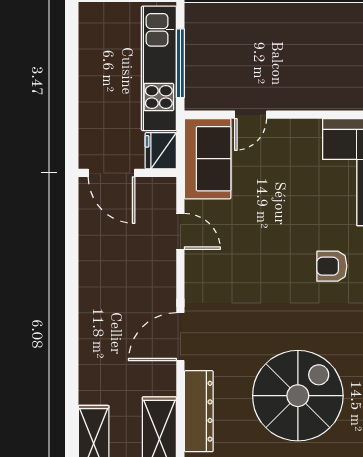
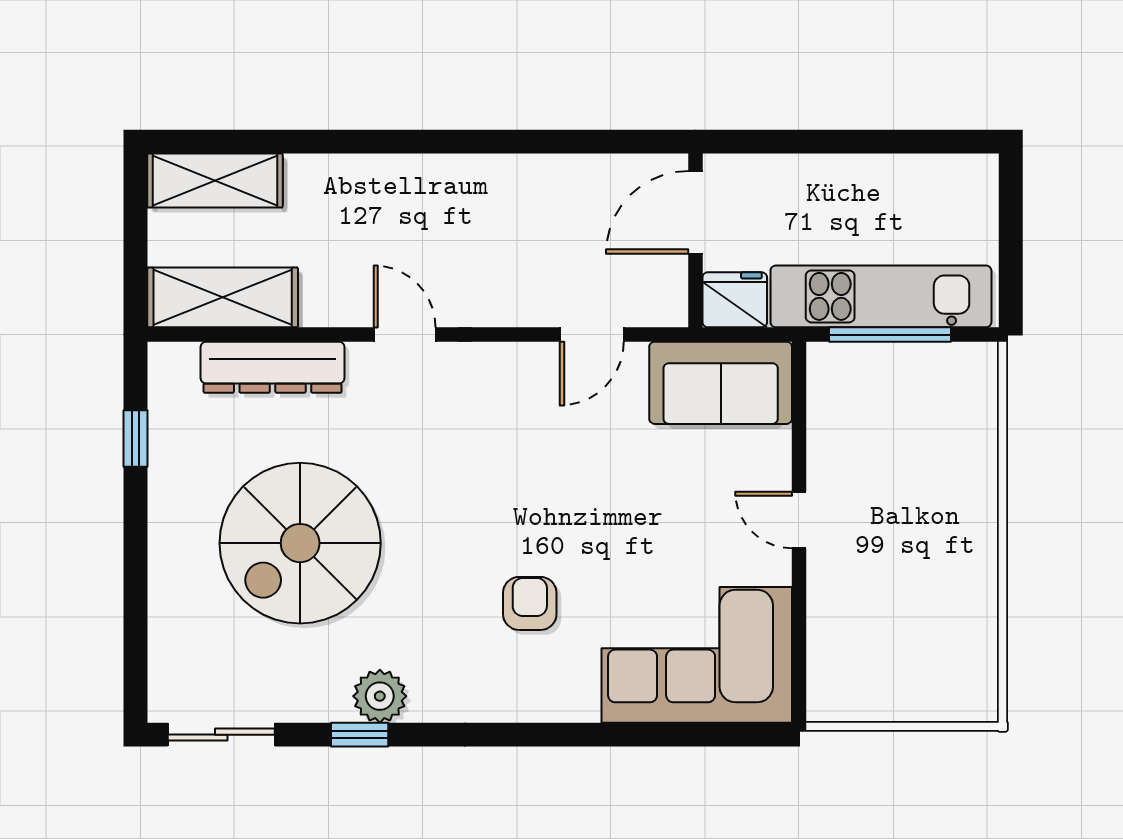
door: (251, 115) -> (799, 520), moved
door: (180, 337) -> (405, 335), width x0.73
spiral stairs: (298, 396) -> (300, 543), turned 90

